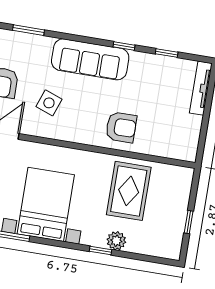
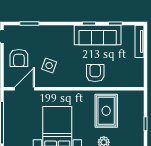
sofa: (90, 59) -> (98, 35), moved
armchair: (121, 127) -> (95, 73), turned -90

